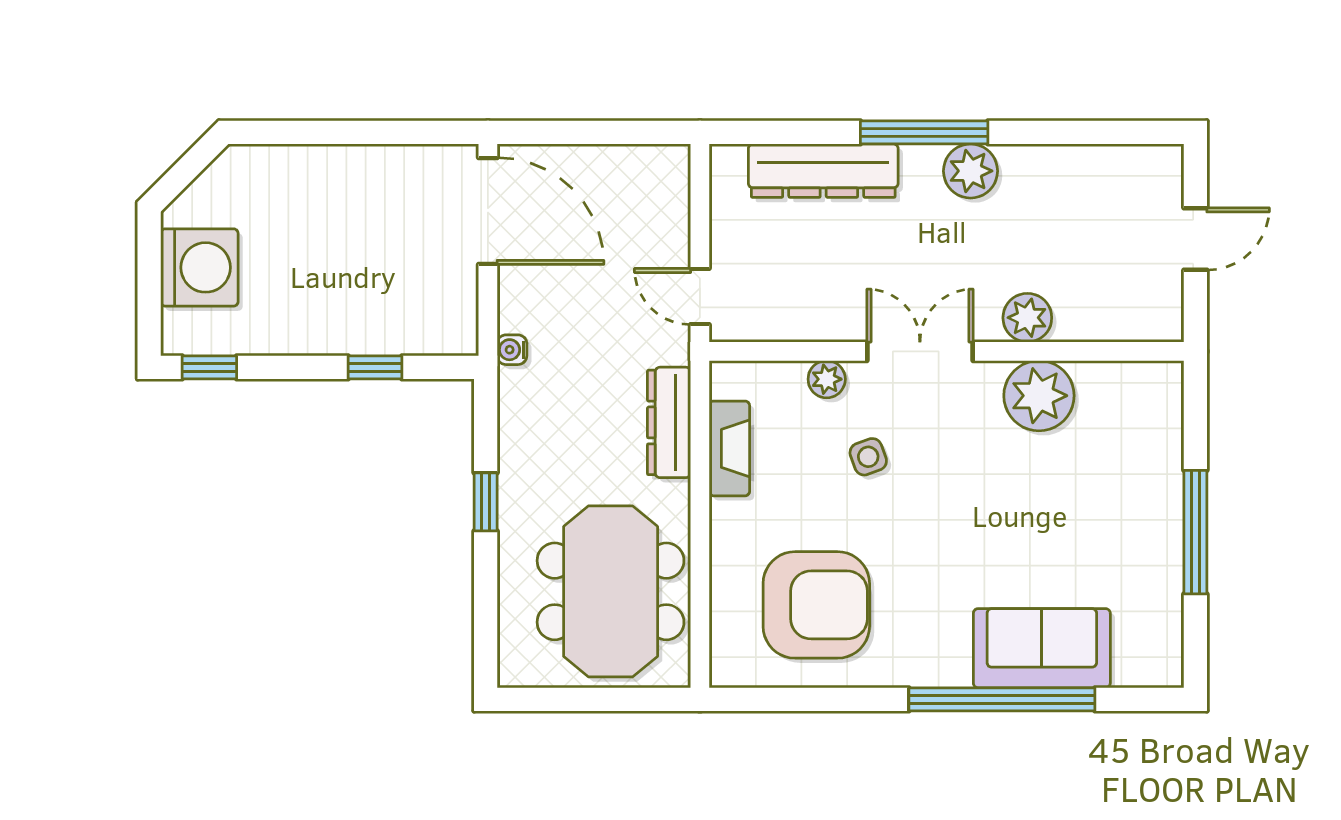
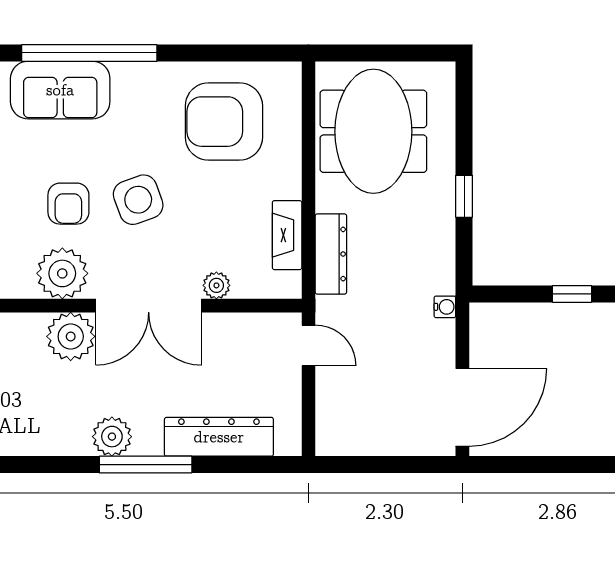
door: (488, 211) -> (462, 408), swing flipped
plant: (1027, 318) -> (71, 336), width x1.36, depth x1.36
double door: (920, 351) -> (149, 306), width x1.37
window: (375, 367) -> (572, 294), moved
side table: (868, 457) -> (138, 200), moved, width x1.87, depth x1.87
armchair: (1031, 492) -> (68, 204), added

